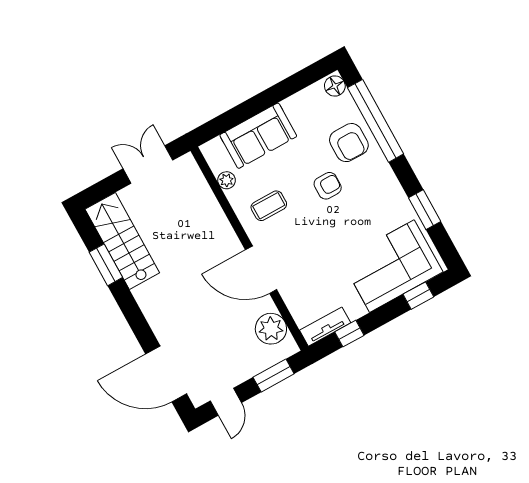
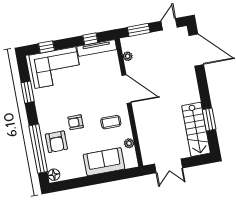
armchair: (349, 143) -> (56, 142), turned 180
tv unit: (325, 327) -> (97, 48), width x1.41
plant: (271, 329) -> (128, 56), width x0.53, depth x0.53

